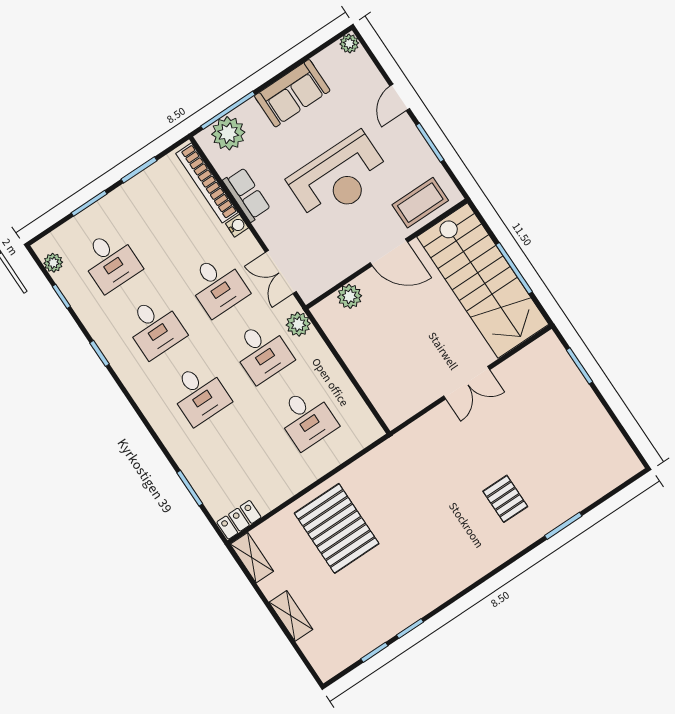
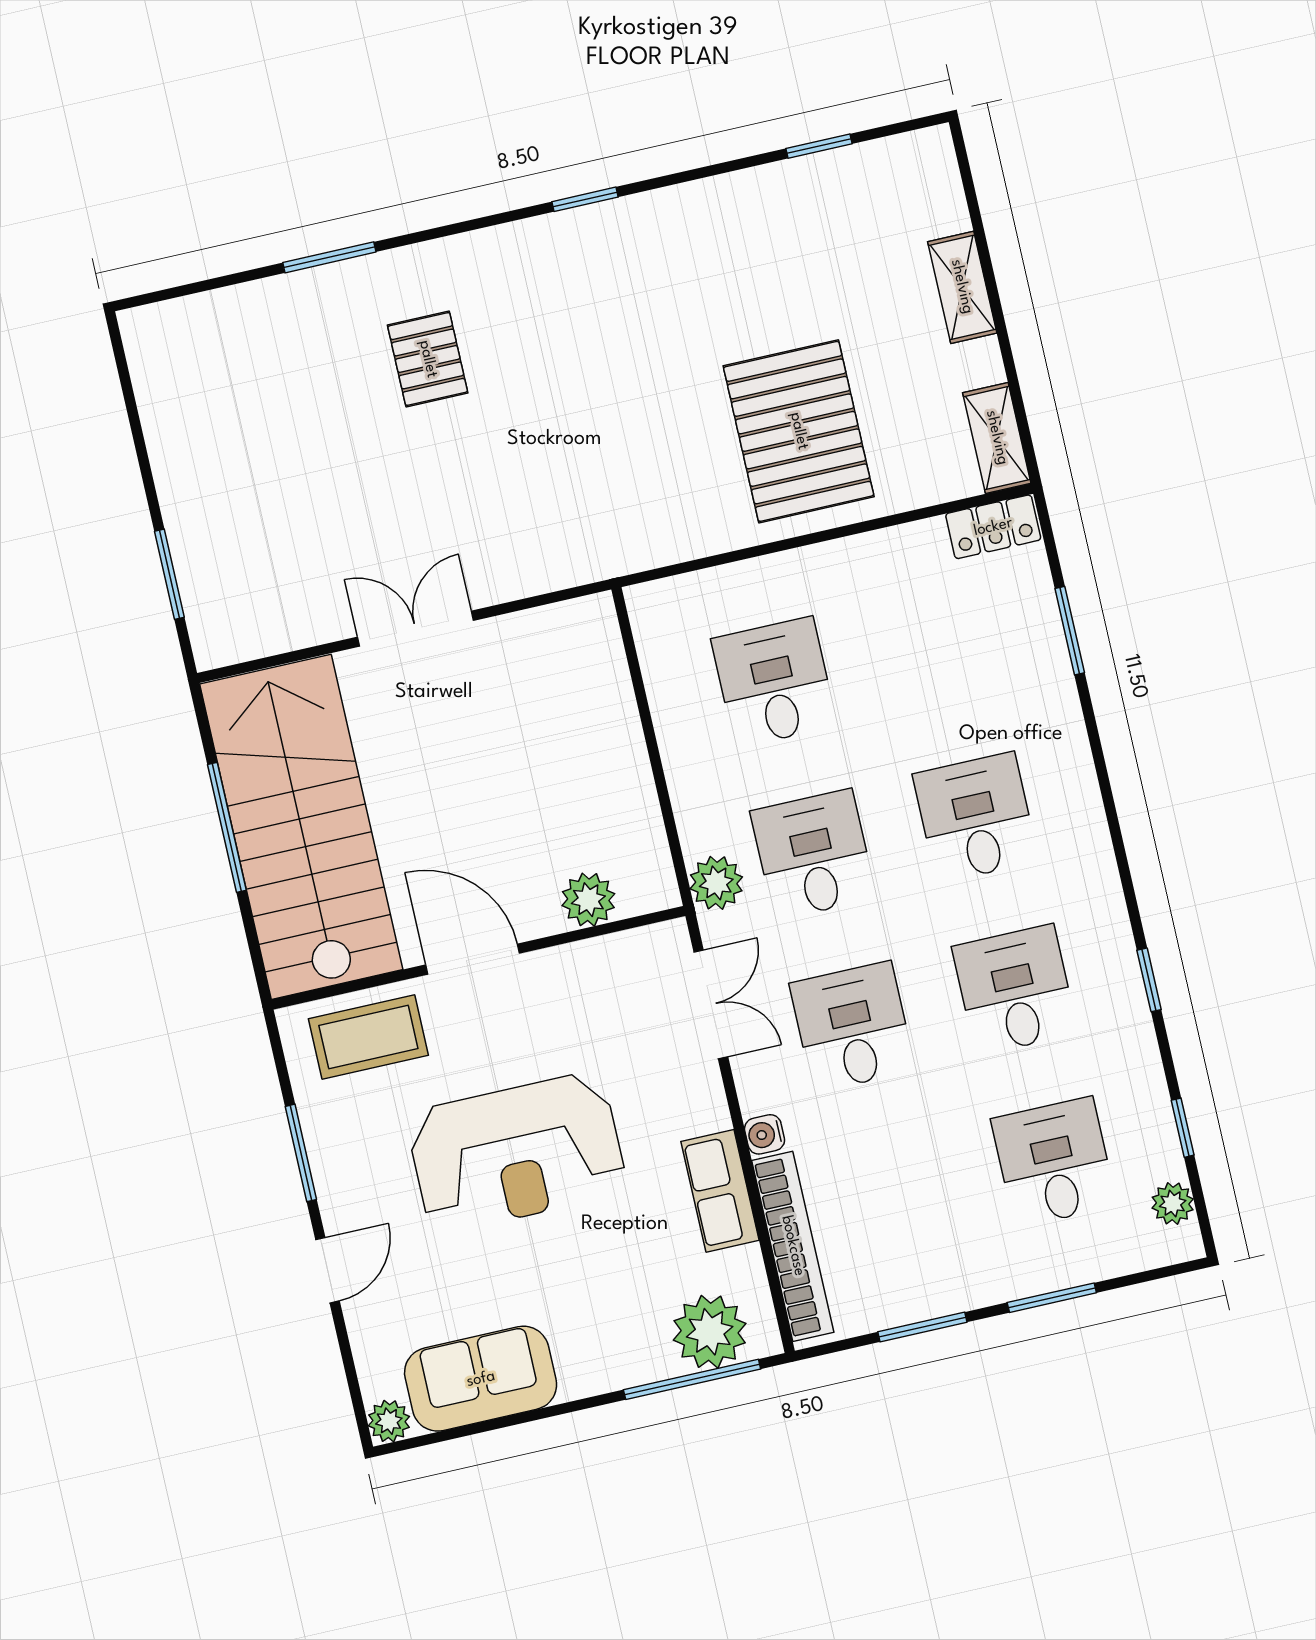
sofa: (292, 93) -> (481, 1379), moved
reception desk: (339, 178) -> (517, 1153), turned 180
window: (410, 629) -> (585, 199), moved

